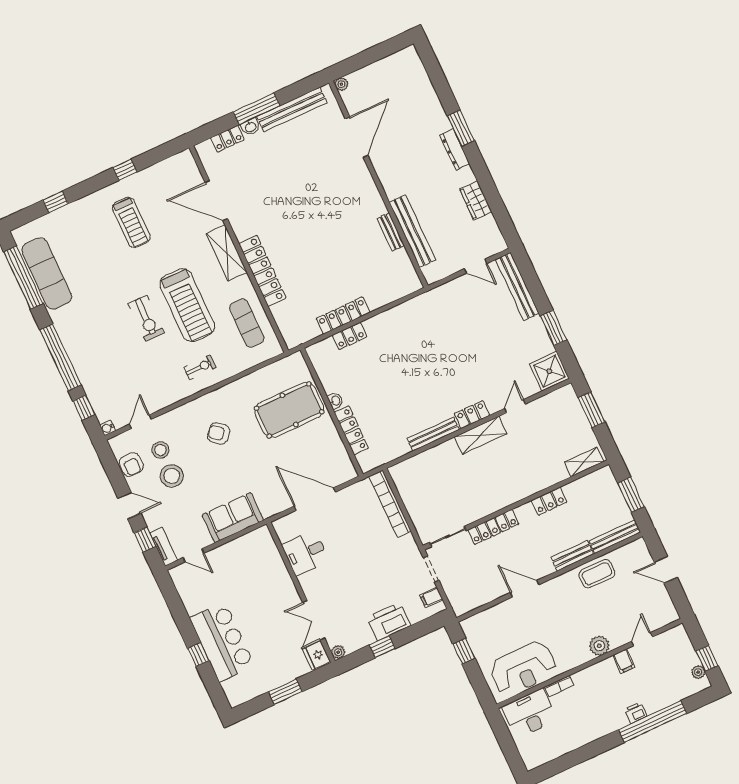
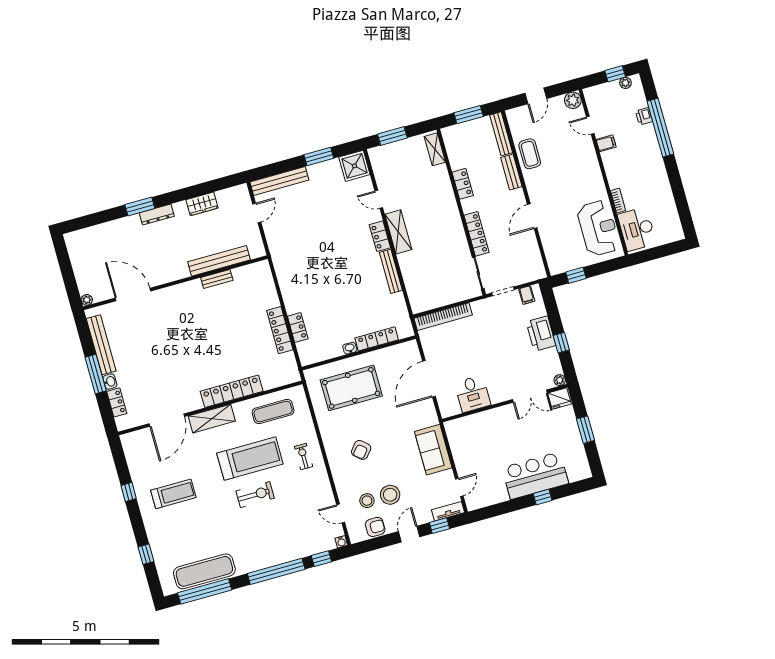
pool table: (289, 410) -> (351, 388), turned 90
plant: (599, 646) -> (573, 100), moved
printer: (636, 713) -> (644, 116), moved

